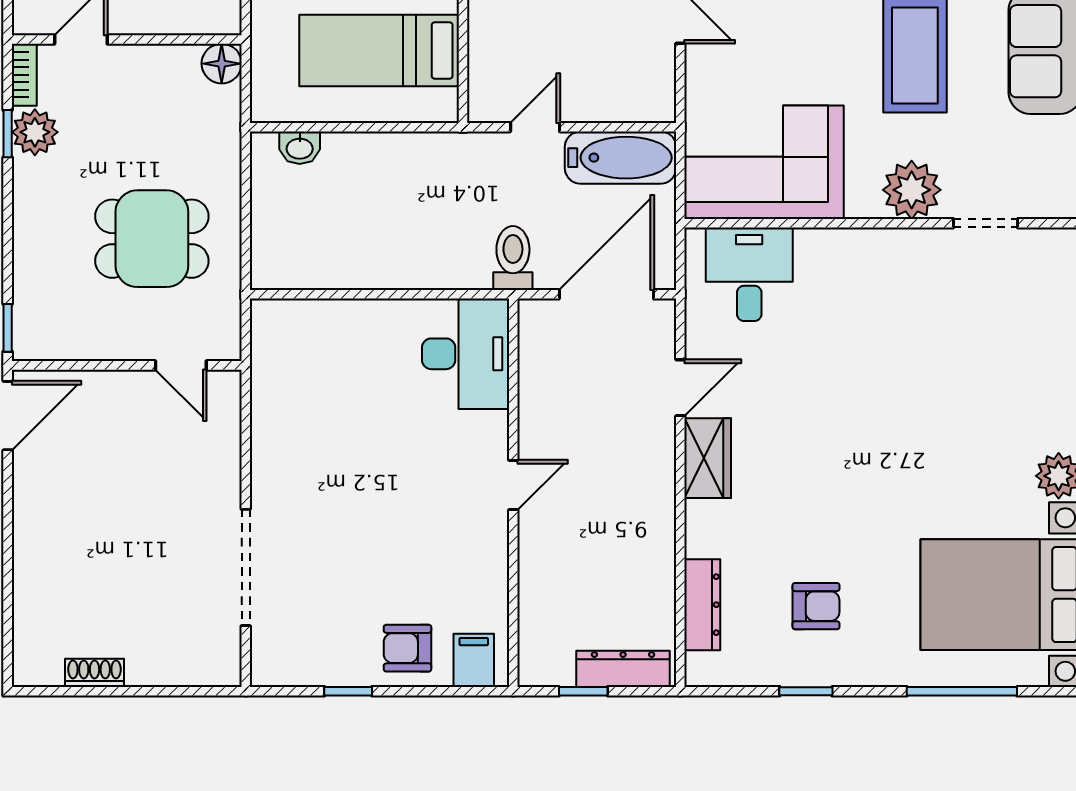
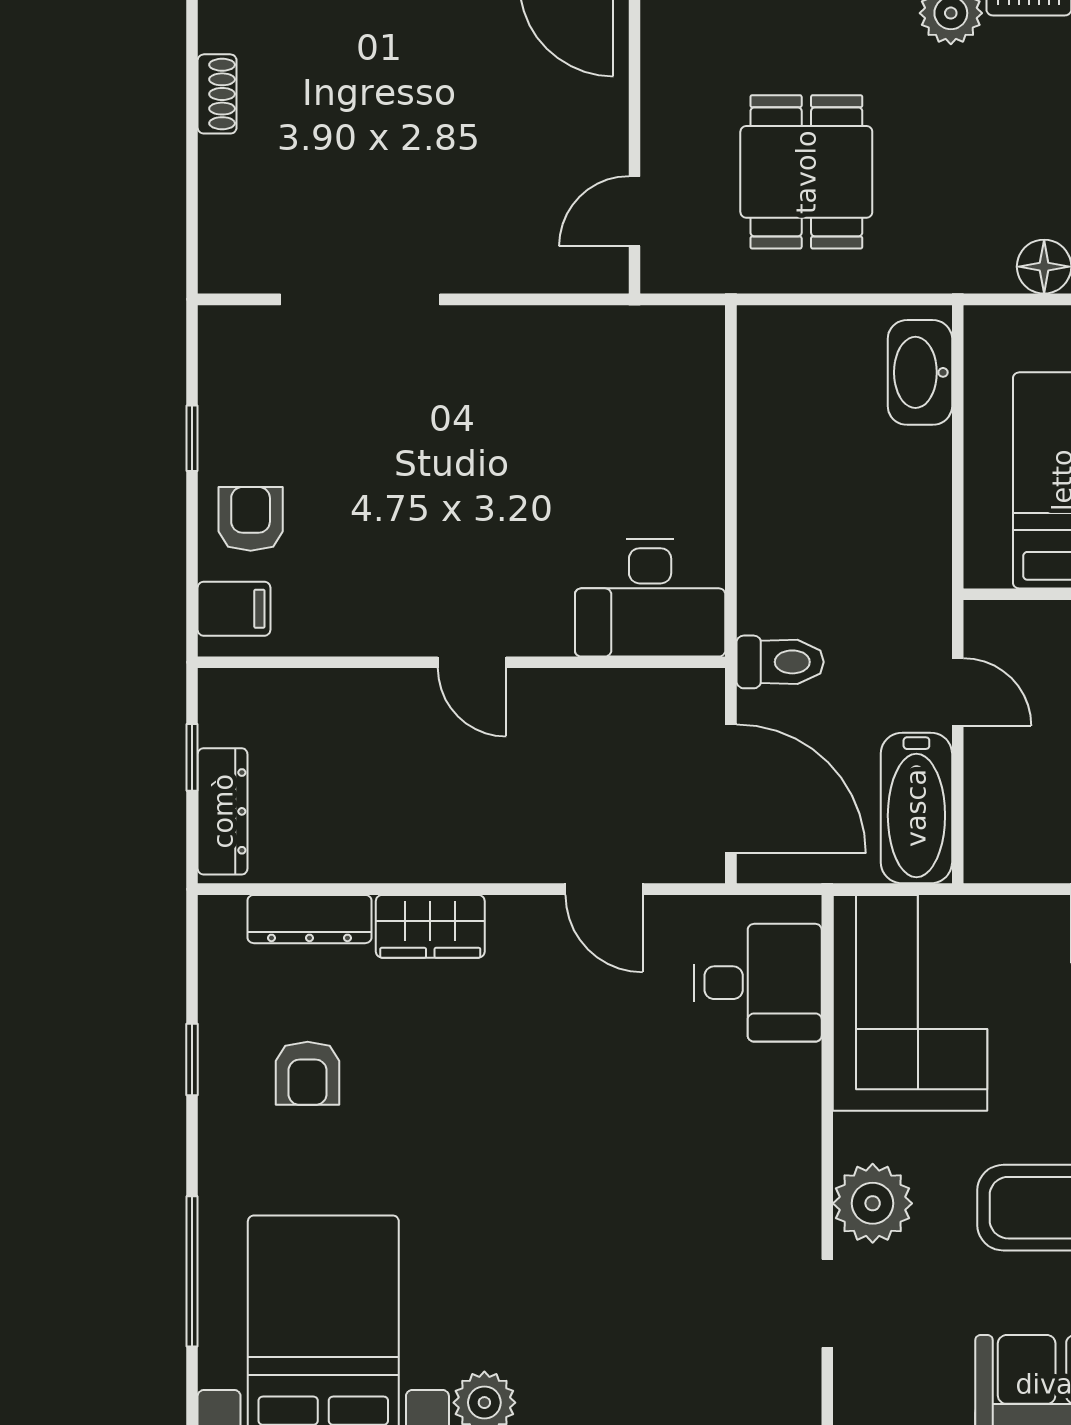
washbasin: (300, 148) -> (920, 372), width x1.91, depth x1.45
wardrobe: (708, 458) -> (430, 926), moved

